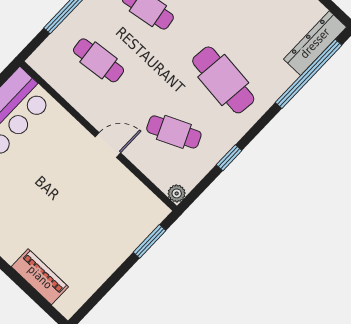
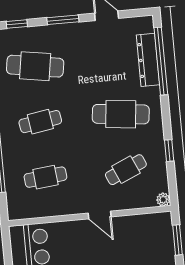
dresser: (315, 43) -> (148, 60), moved
door: (108, 145) -> (100, 215), swing flipped

